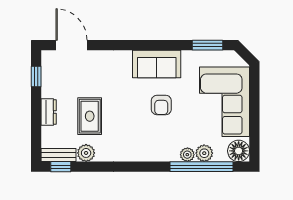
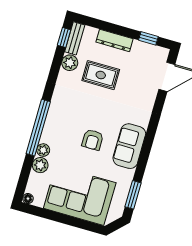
armchair: (161, 105) -> (93, 140), turned -90
dresser: (49, 112) -> (115, 40), width x1.44
floor lamp: (239, 151) -> (28, 199), width x0.53, depth x0.53
window: (202, 167) -> (38, 128), moved

